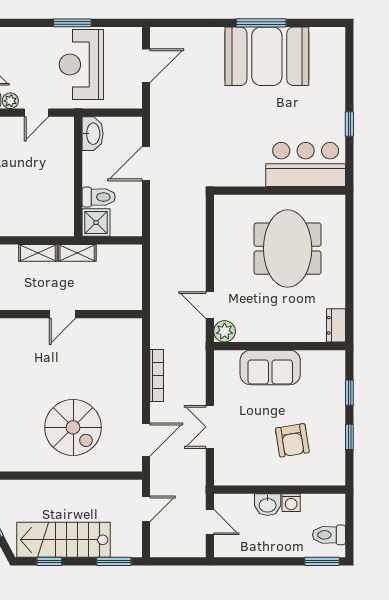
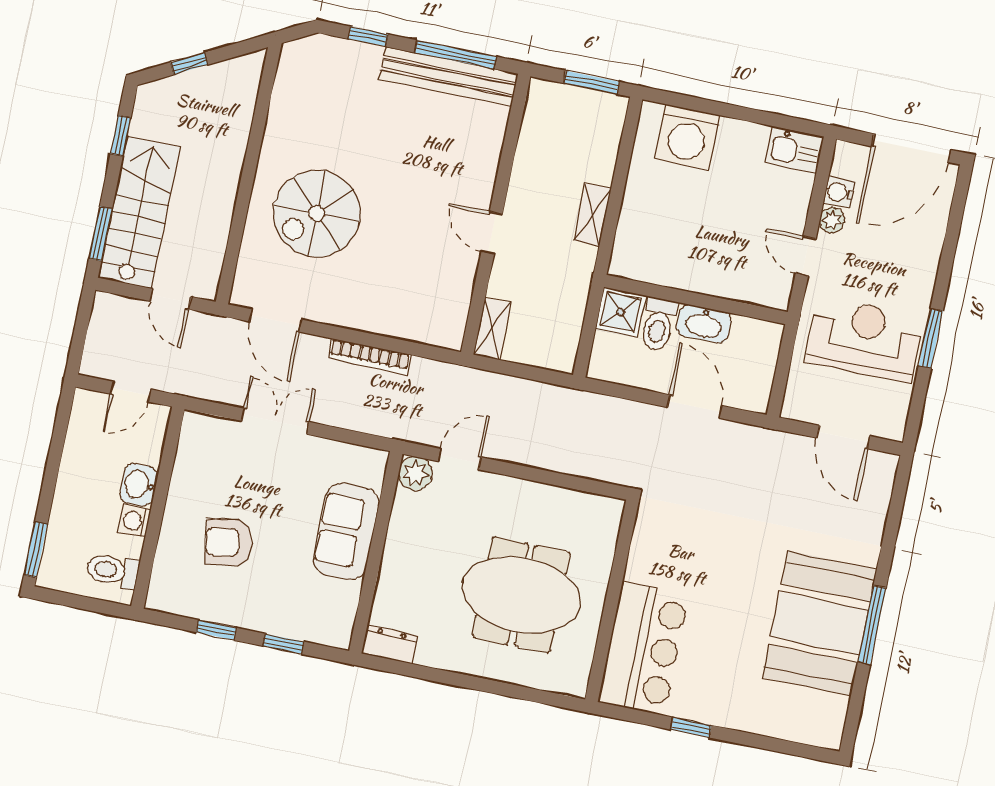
washbasin: (93, 134) -> (704, 324), moved
shelving: (77, 253) -> (492, 329), moved
toilet: (329, 535) -> (113, 571), moved, turned -90
stairs: (63, 540) -> (139, 212), moved

